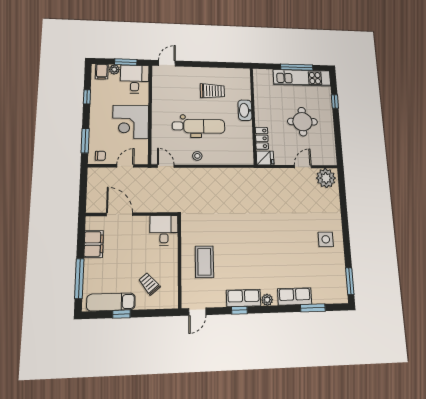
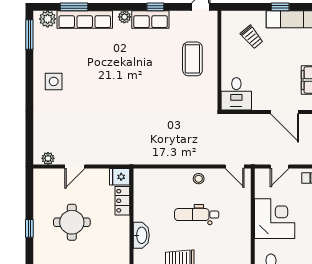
window: (335, 101) -> (29, 228), moved
dental chair: (199, 126) -> (197, 215), width x0.73, depth x0.72
plant: (326, 178) -> (48, 158), width x0.53, depth x0.53
row of seats: (295, 296) -> (85, 20), width x1.48
plant: (335, 296) -> (48, 19), added

